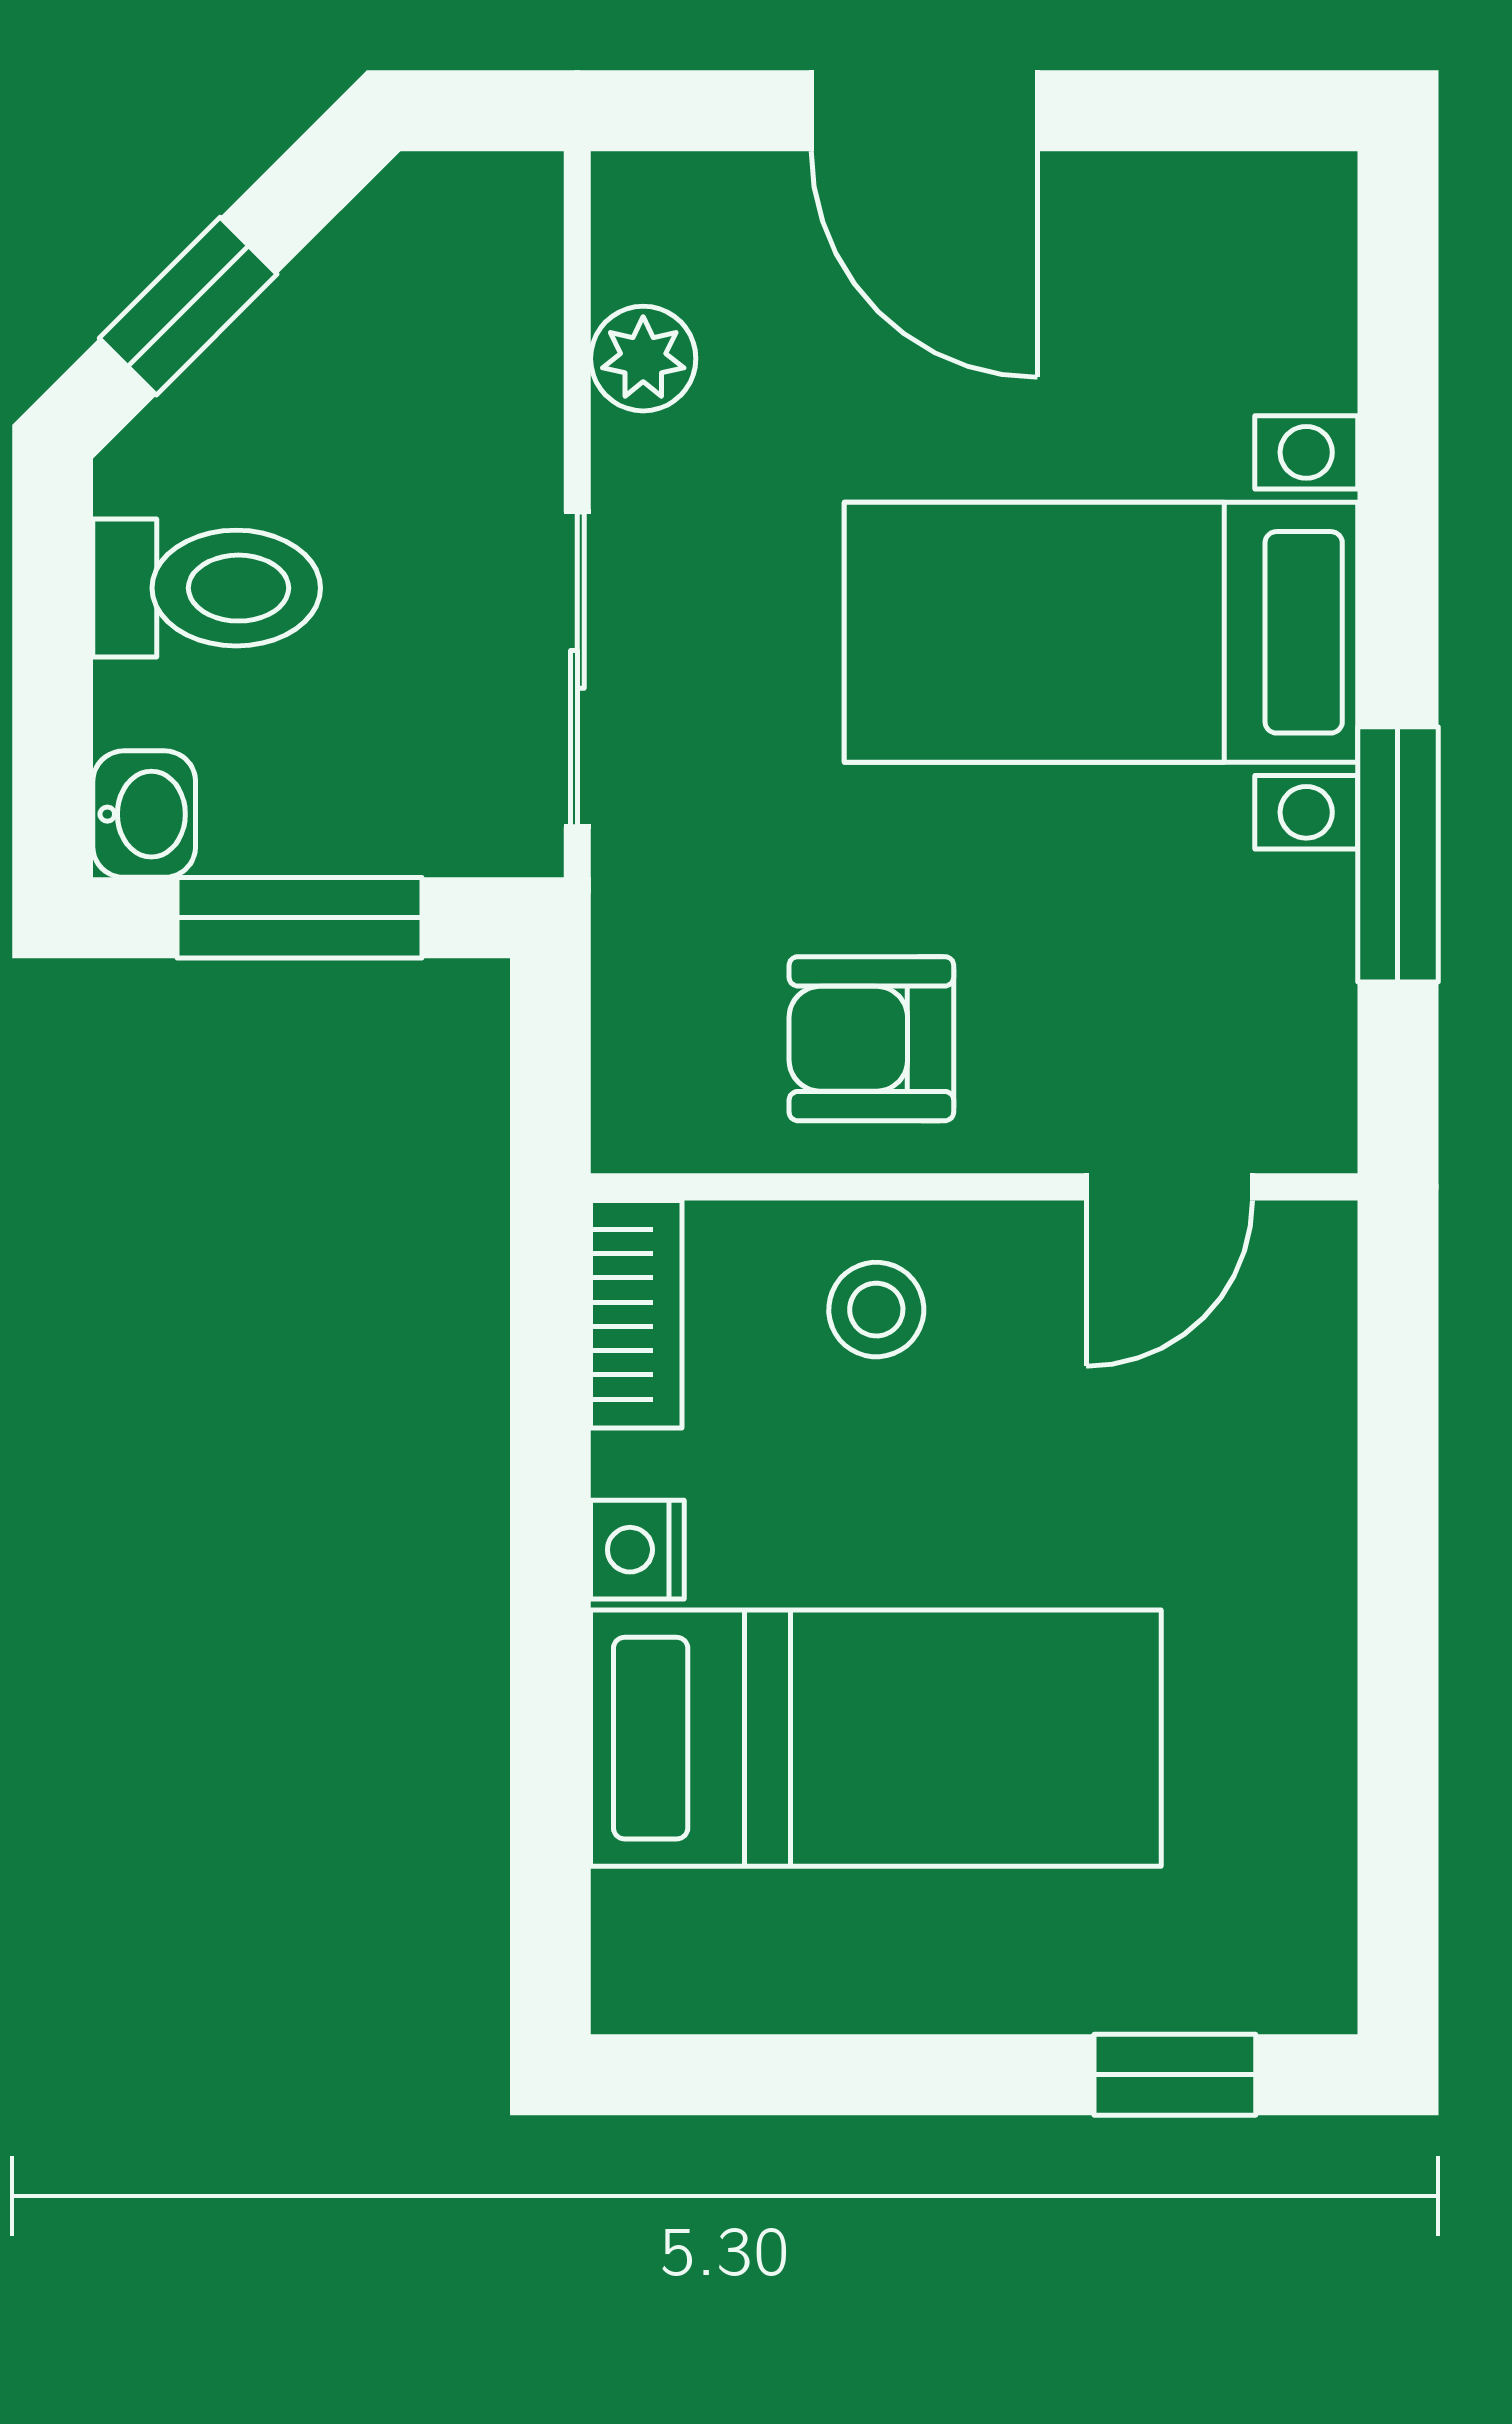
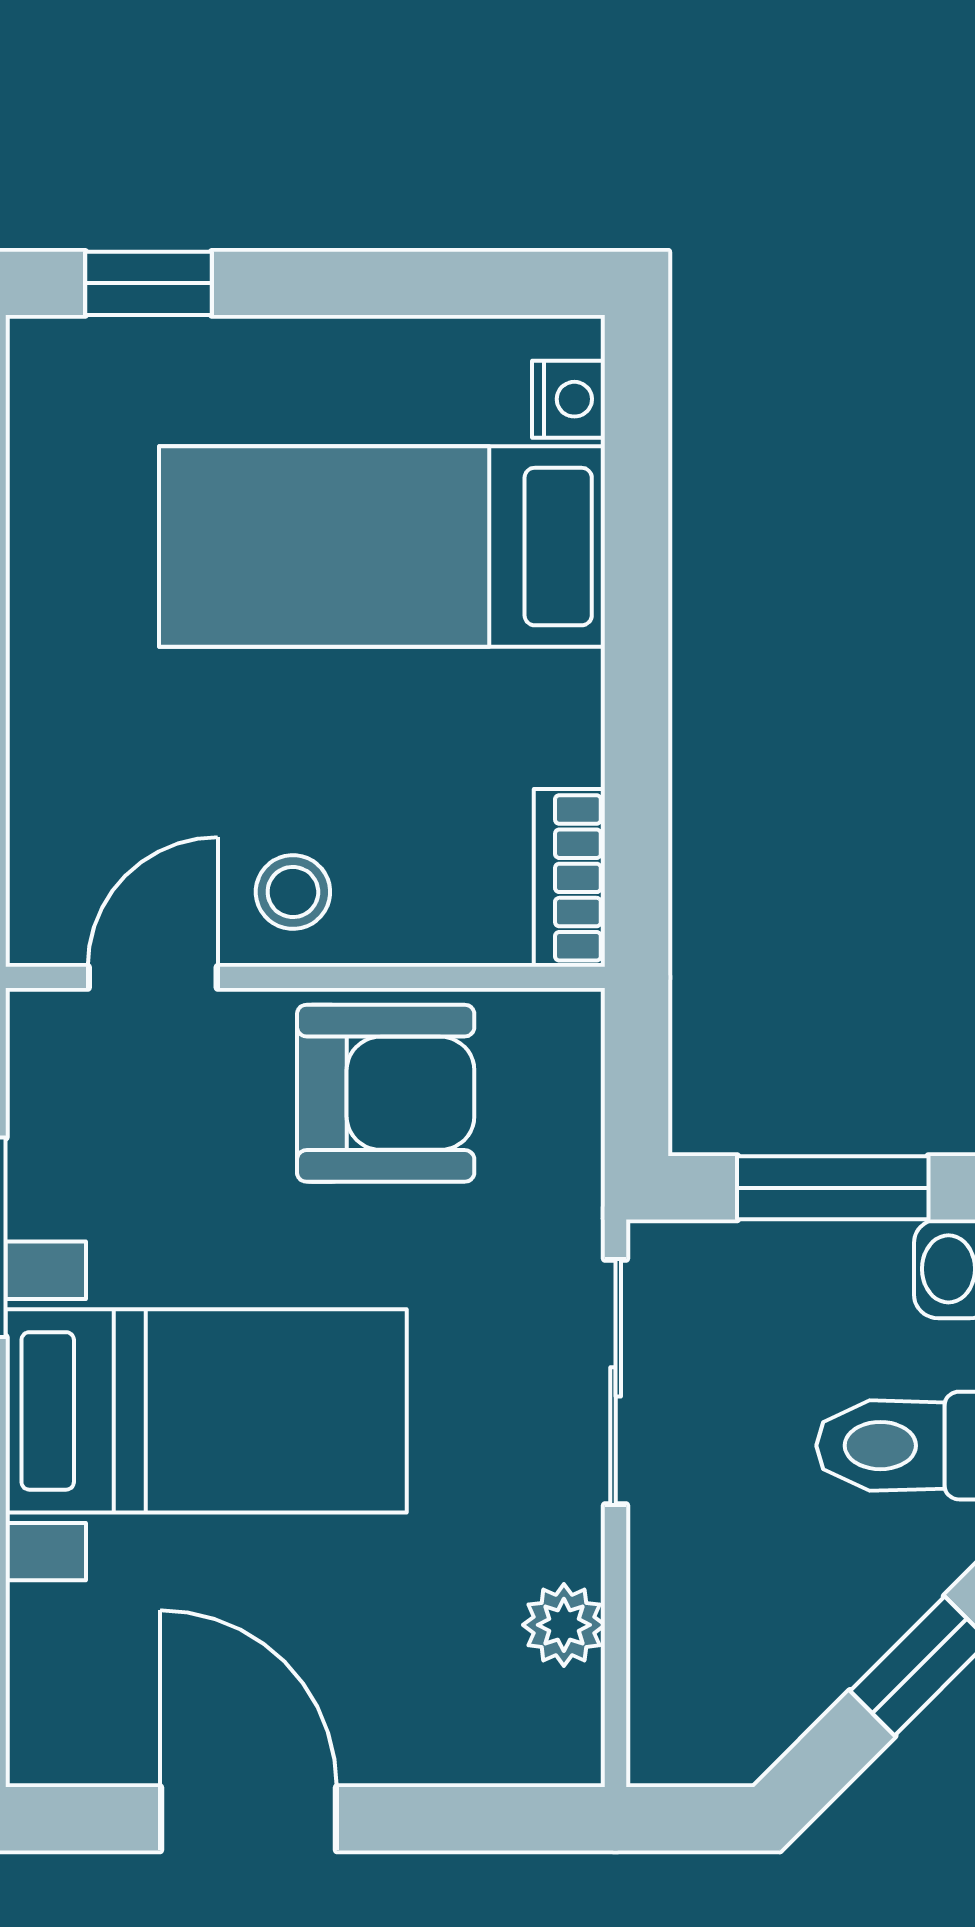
door: (924, 111) -> (248, 1819), moved
armchair: (871, 1039) -> (386, 1093), width x1.38, depth x1.38
stool: (876, 1310) -> (293, 892), moved
nightstand: (637, 1550) -> (569, 399), moved

